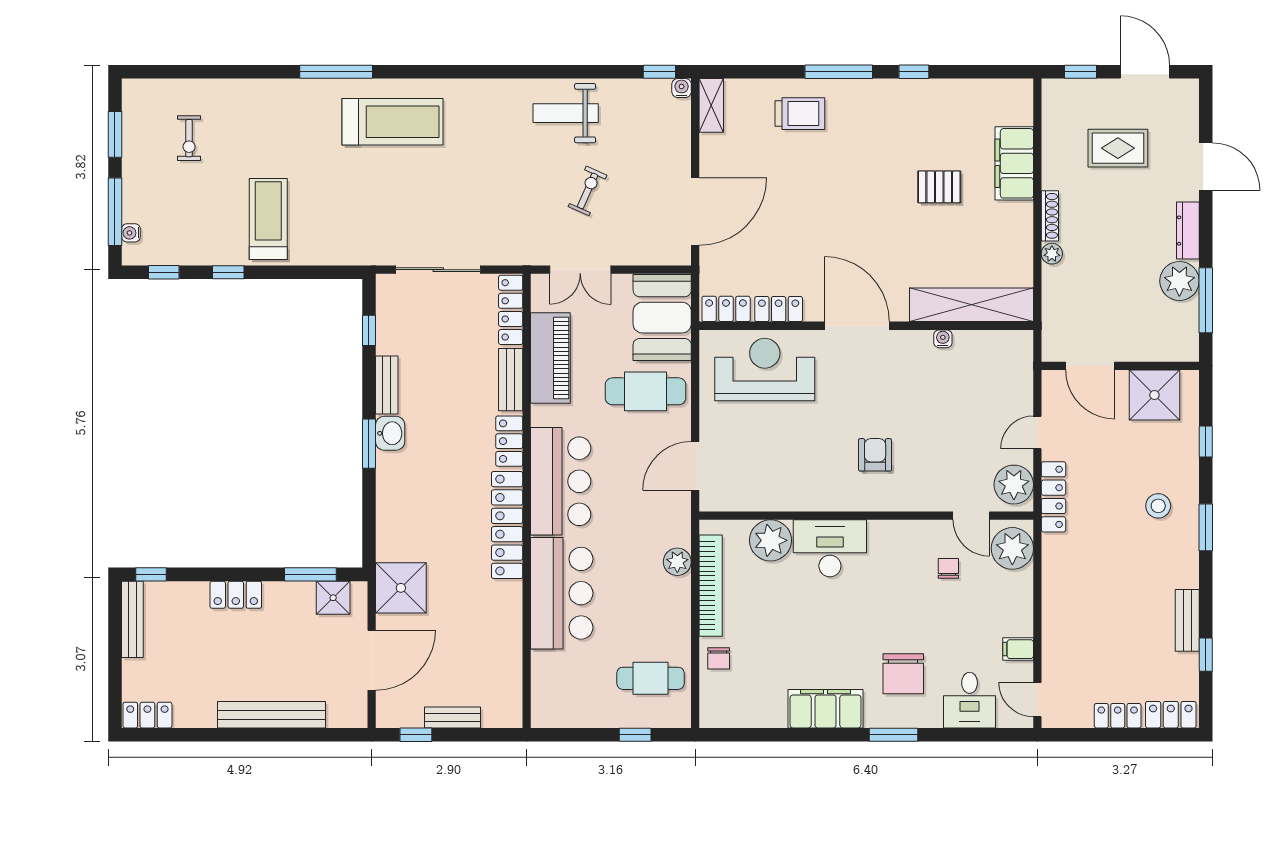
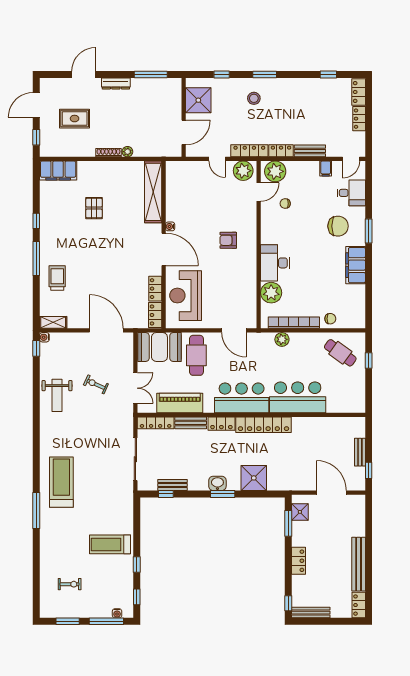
rug: (1118, 148) -> (75, 119), turned 90
filing cabinet: (1014, 163) -> (58, 170), moved
plant: (1179, 281) -> (141, 88), removed
door: (857, 326) -> (164, 249), swing flipped
water cooler: (943, 339) -> (170, 226), moved
bench: (387, 385) -> (173, 485), moved
locker: (1054, 560) -> (281, 151), added
shower: (401, 588) -> (254, 478), moved
bench: (1187, 620) -> (310, 151), moved
cafe table: (651, 678) -> (340, 353), turned -54
bench: (272, 715) -> (359, 564), moved

